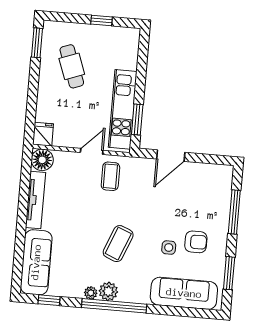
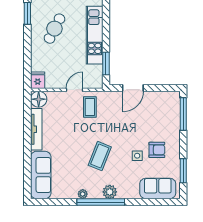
cafe table: (72, 66) -> (54, 29), turned 47
kitchen unit: (123, 109) -> (95, 35), moved
window: (234, 212) -> (183, 114), moved
plant: (108, 291) -> (110, 192), moved
sofa: (184, 293) -> (158, 188), width x0.73
window: (49, 300) -> (53, 202), removed

